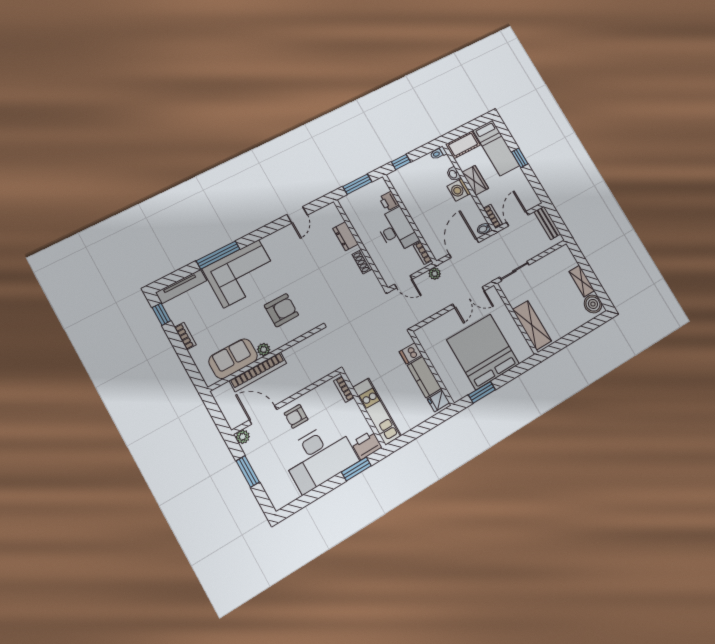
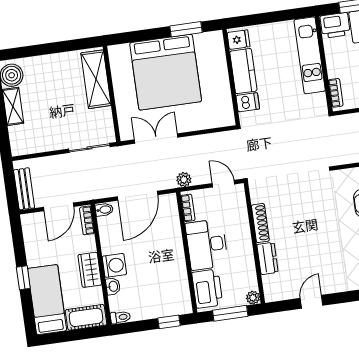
printer: (389, 201) -> (207, 289), width x1.87, depth x1.48
plant: (345, 202) -> (253, 298), added
shoe rack: (362, 262) -> (260, 223), width x1.43

